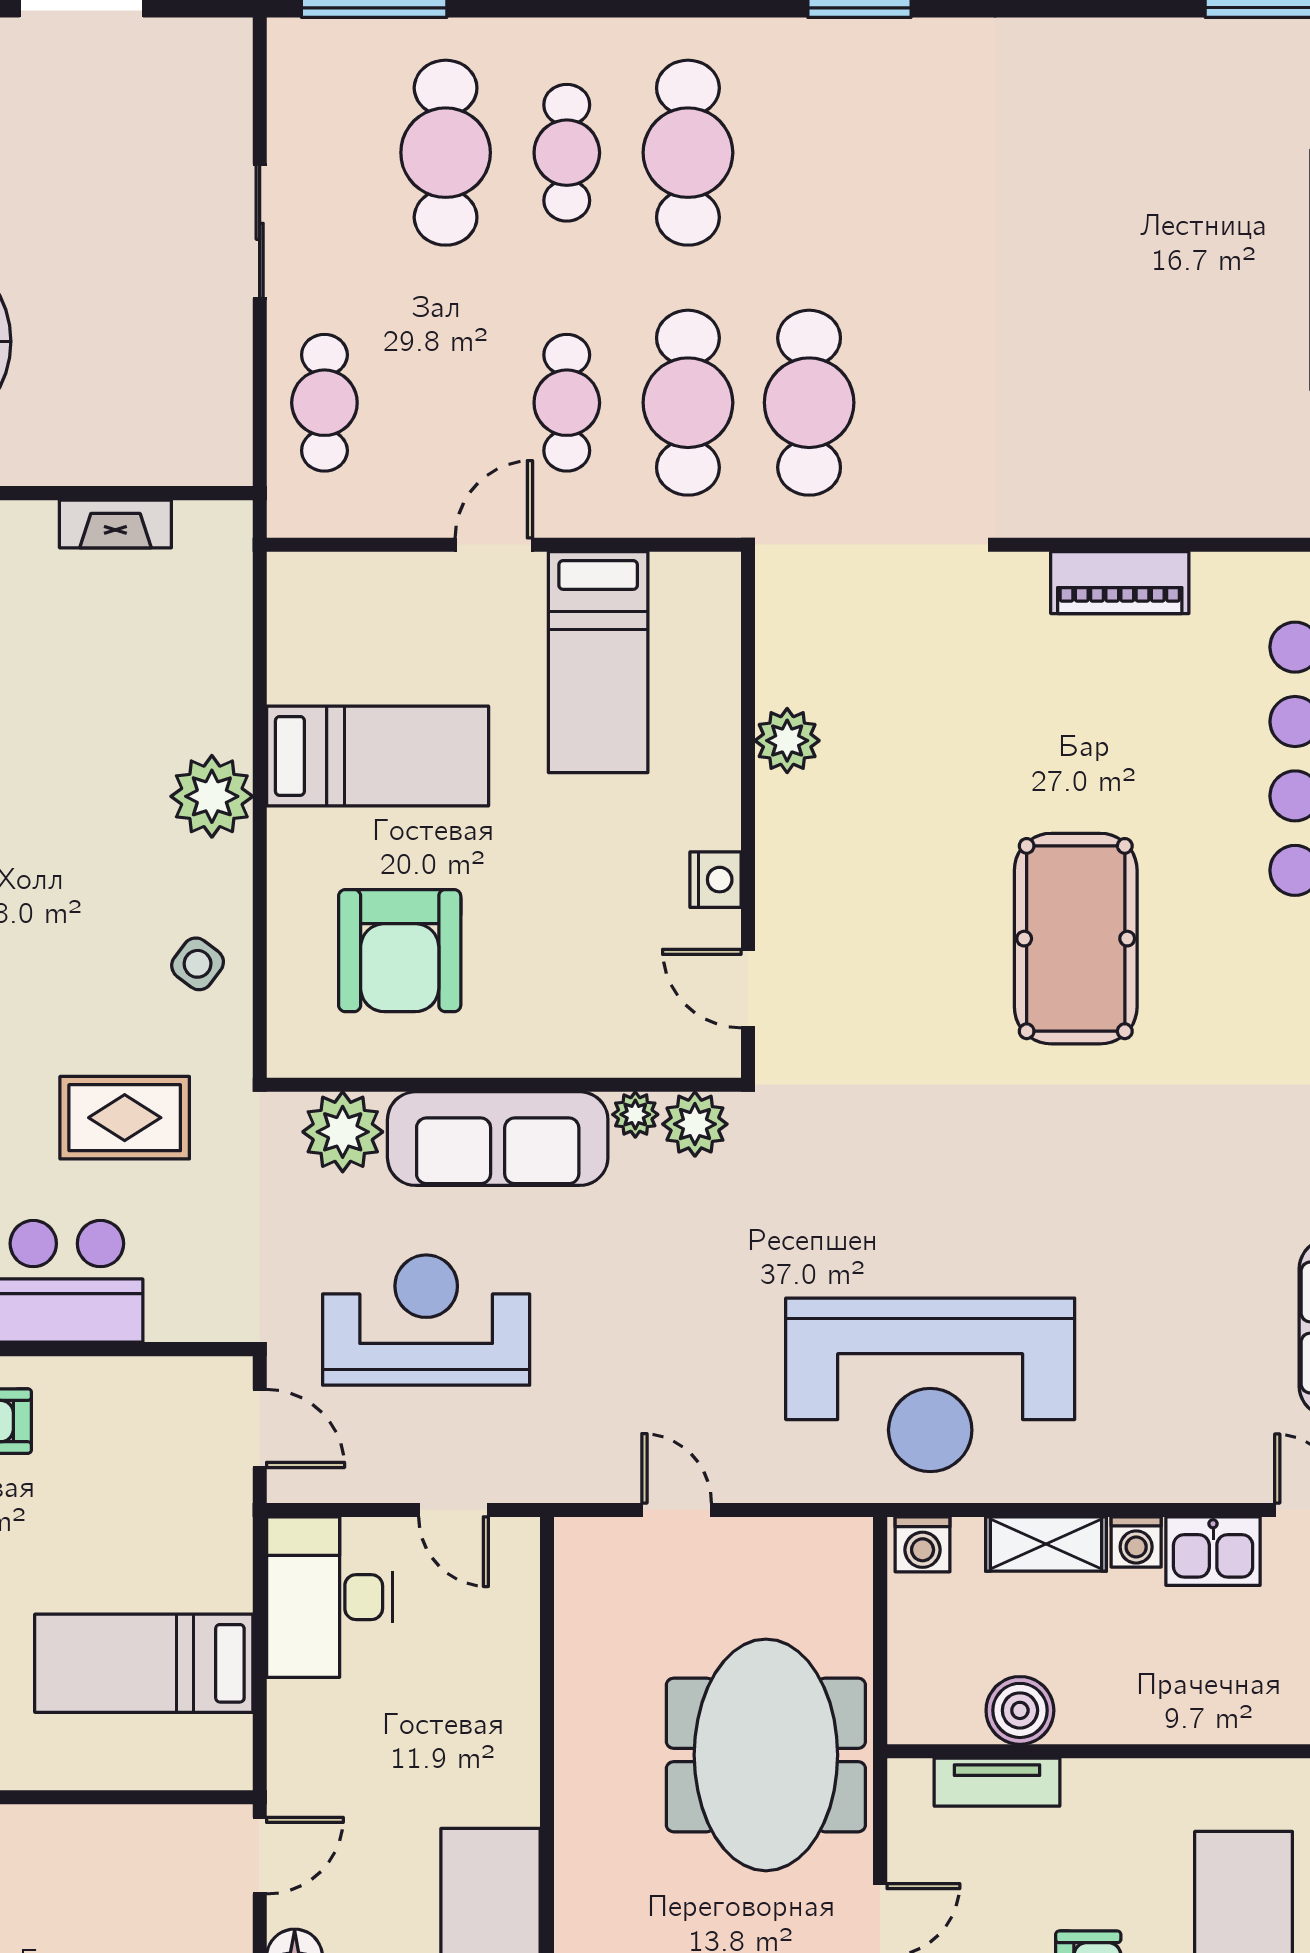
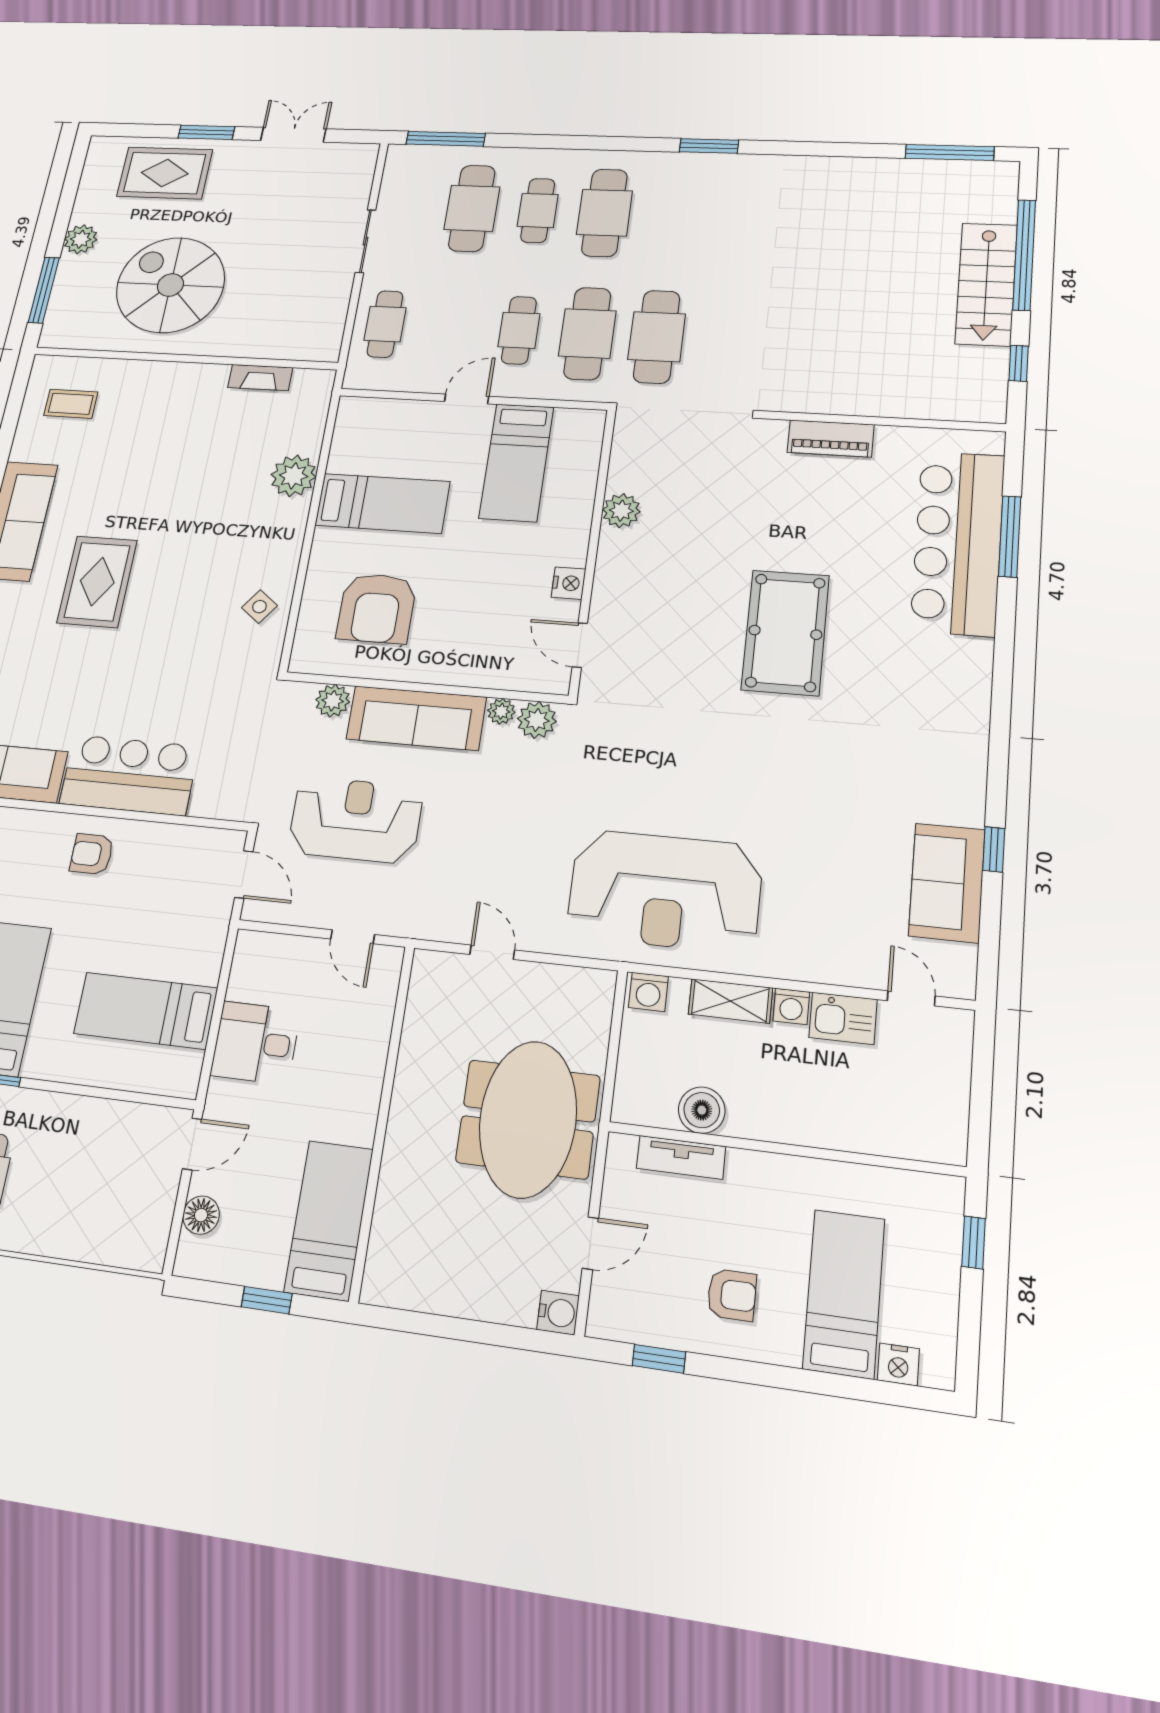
plant: (212, 796) -> (294, 476), moved
rug: (125, 1118) -> (201, 687), removed
plant: (343, 1132) -> (333, 701), width x0.73, depth x0.73
desk: (330, 1597) -> (256, 1043), moved, width x0.73

